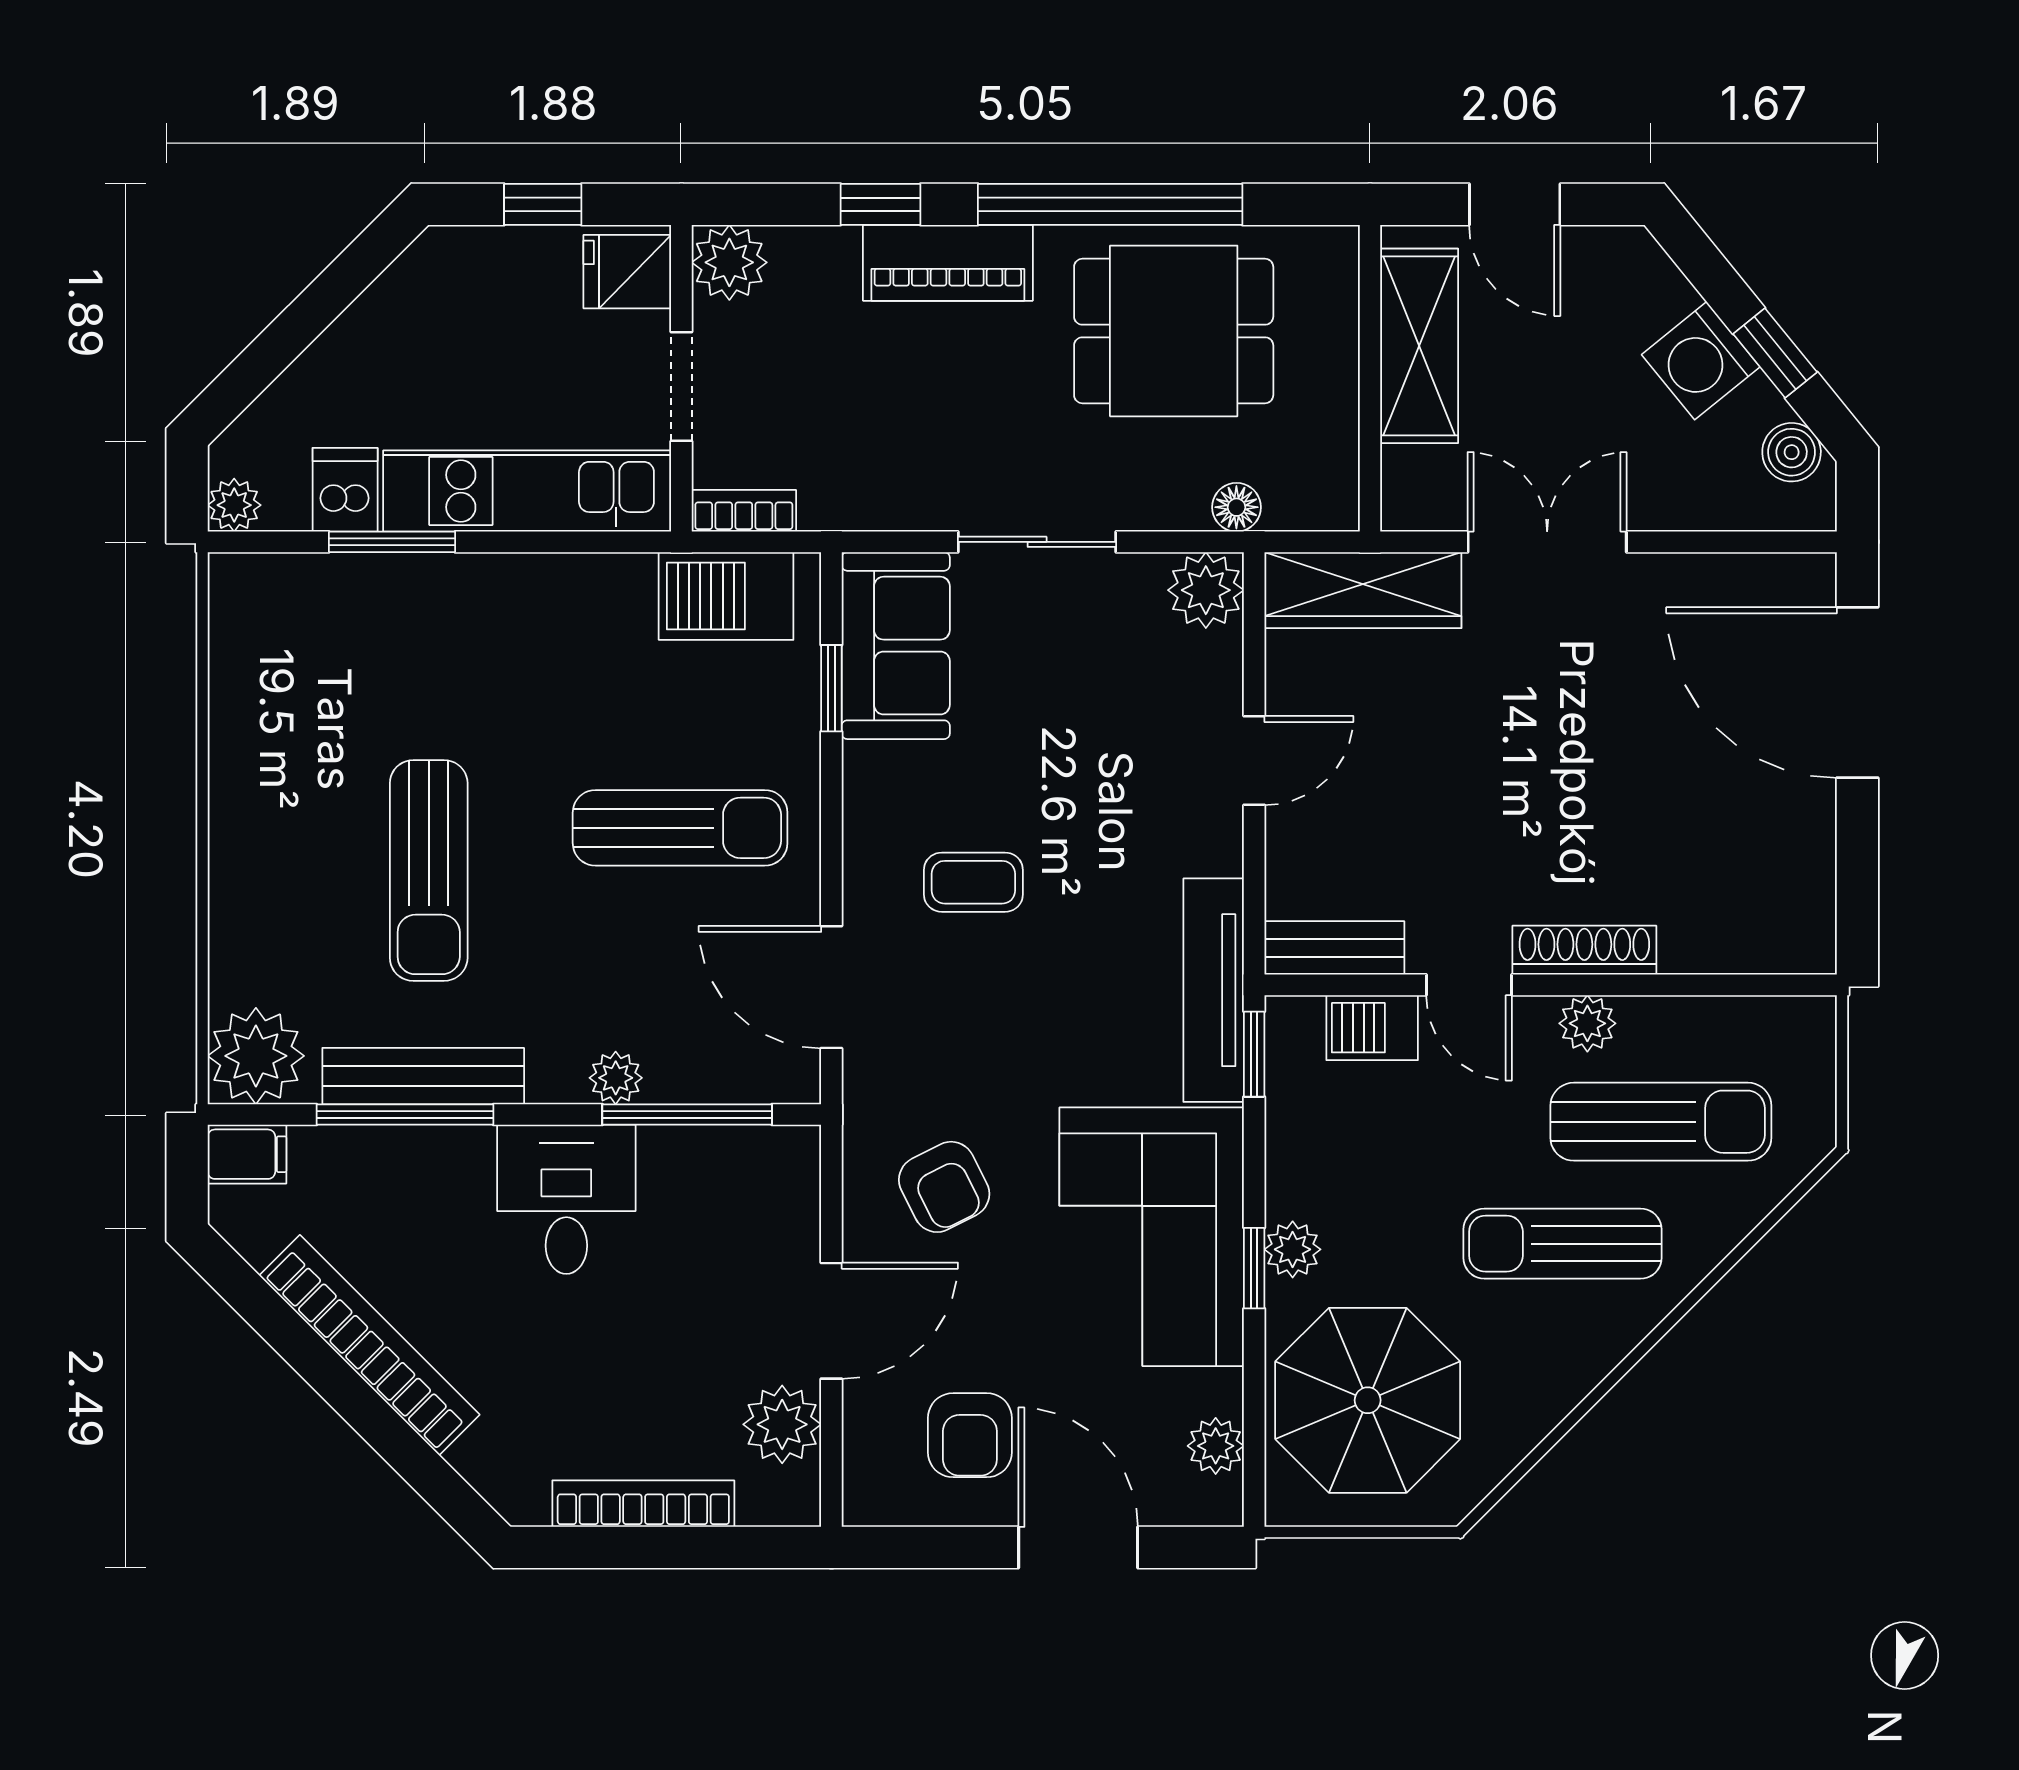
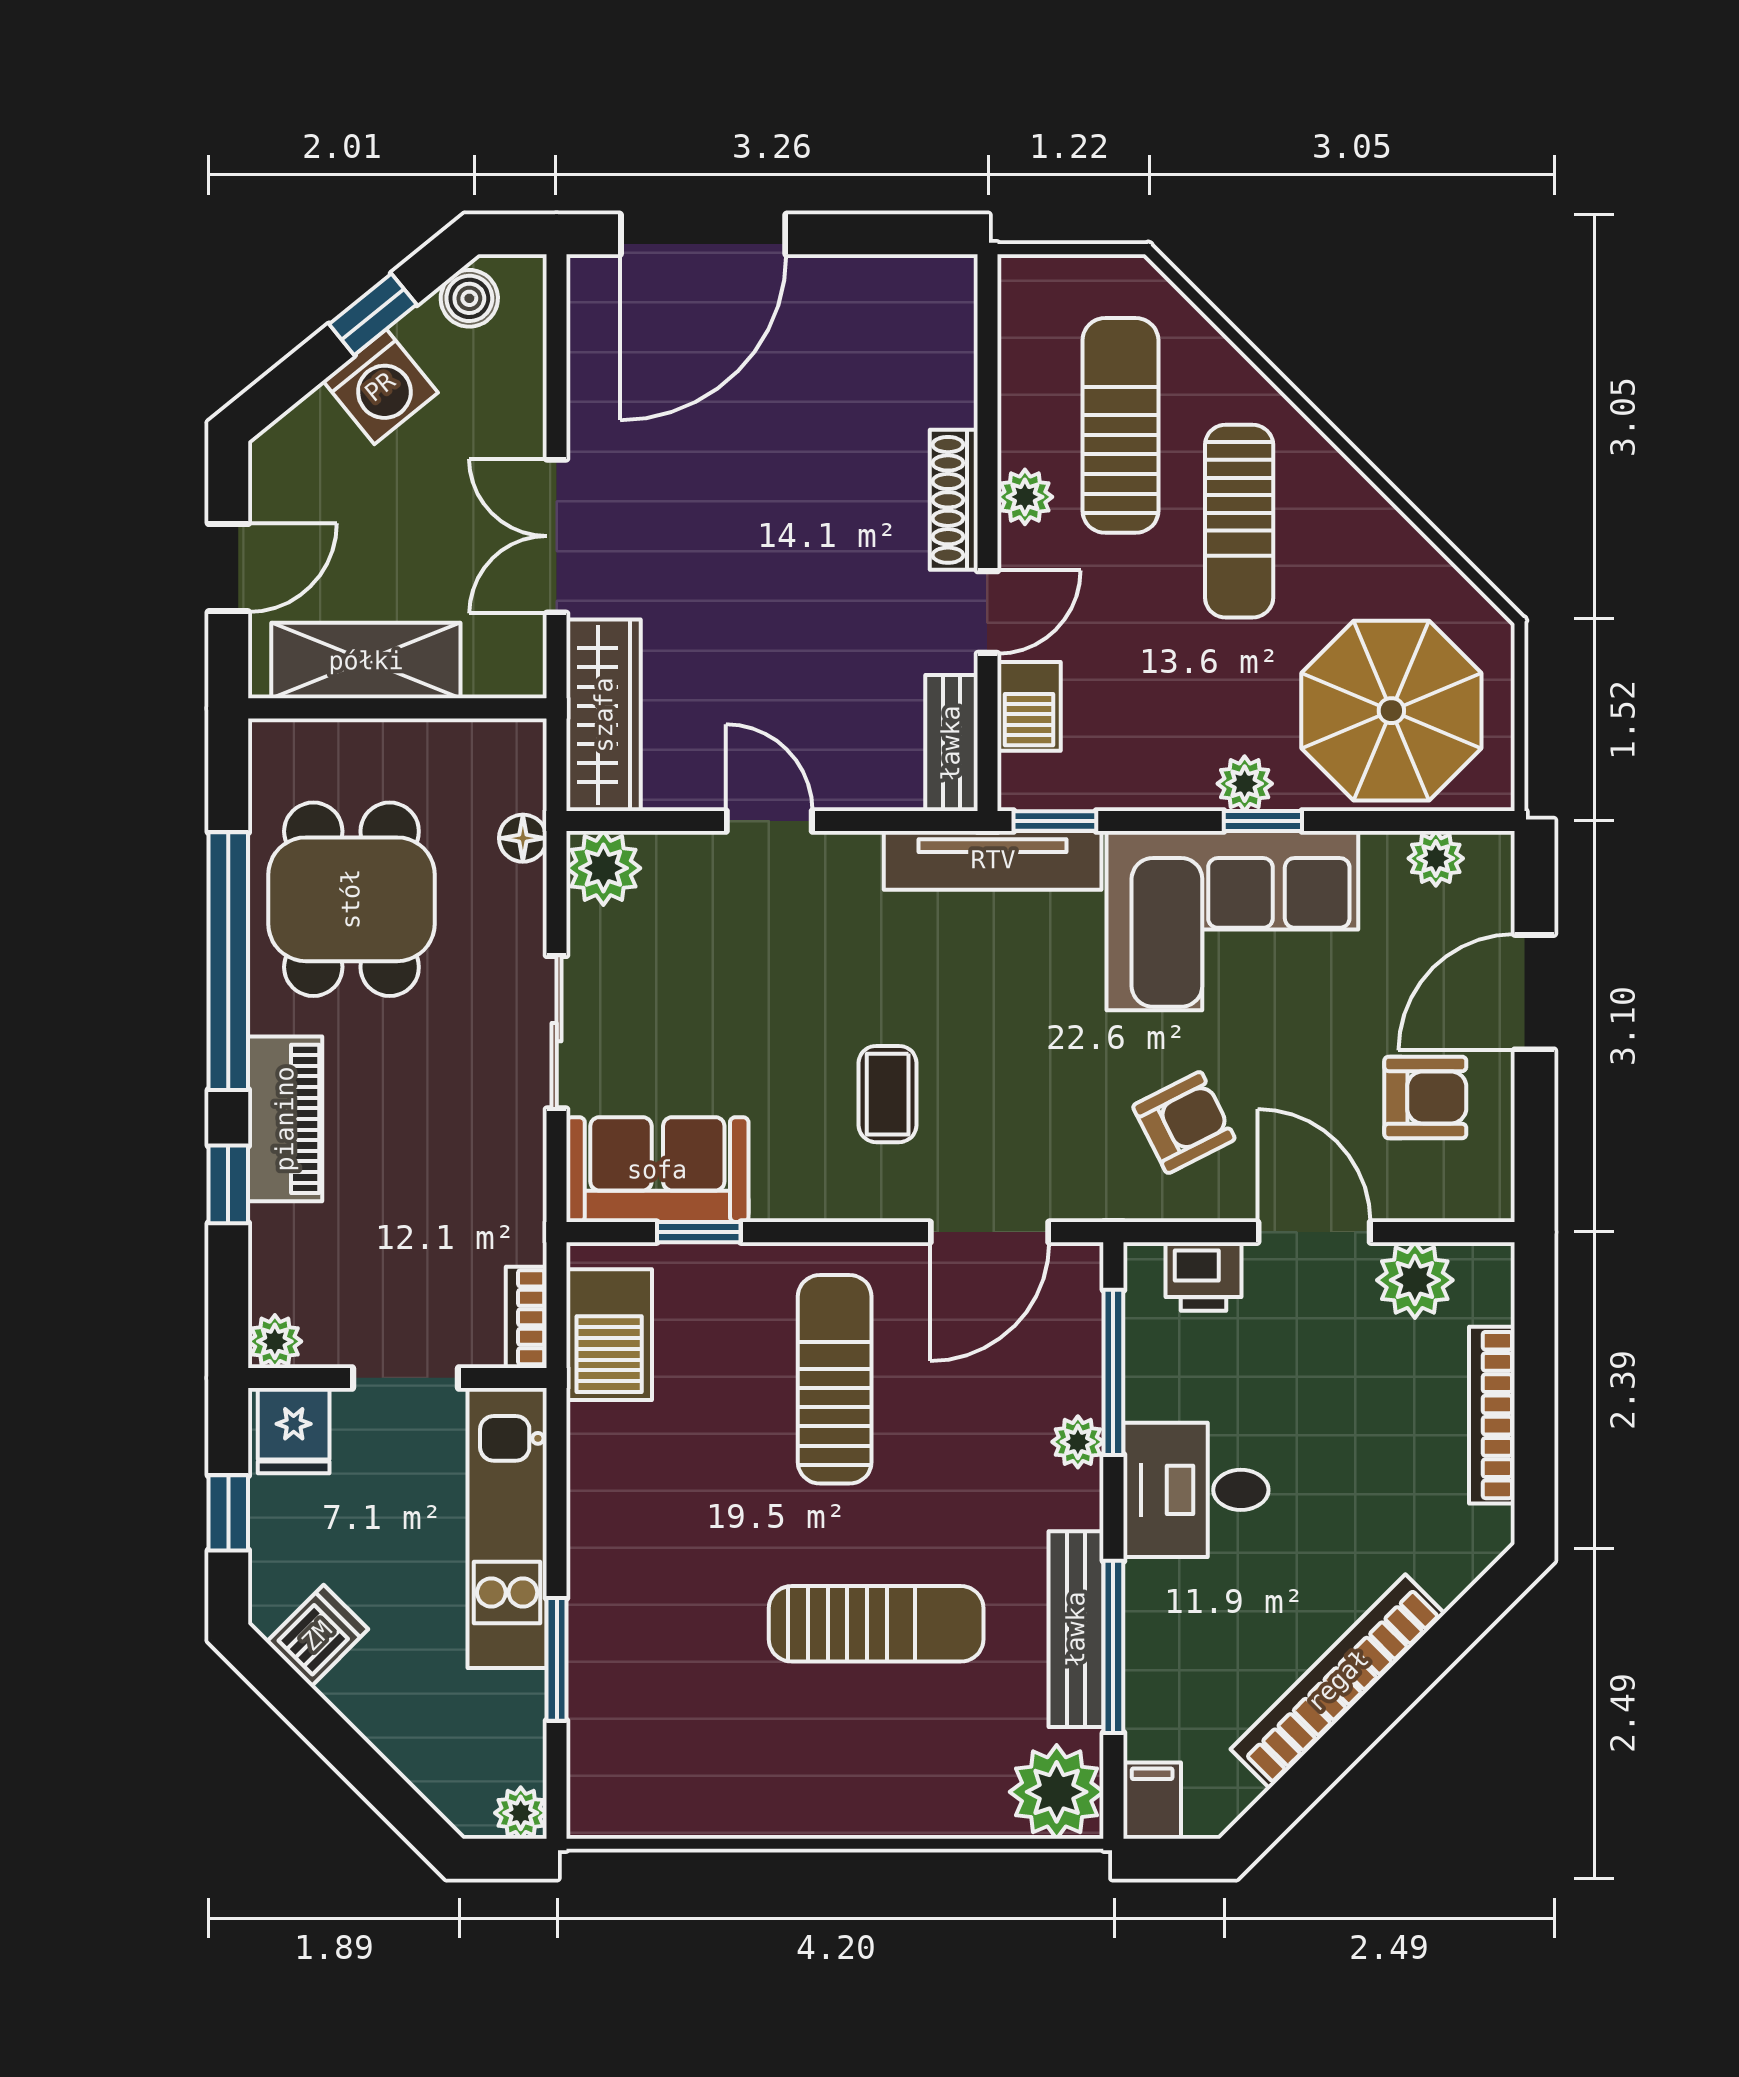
plant: (729, 262) -> (275, 1341), width x0.73, depth x0.73
dishwasher: (345, 490) -> (317, 1636), moved, turned 135
printer: (786, 1207) -> (1203, 1276), added

